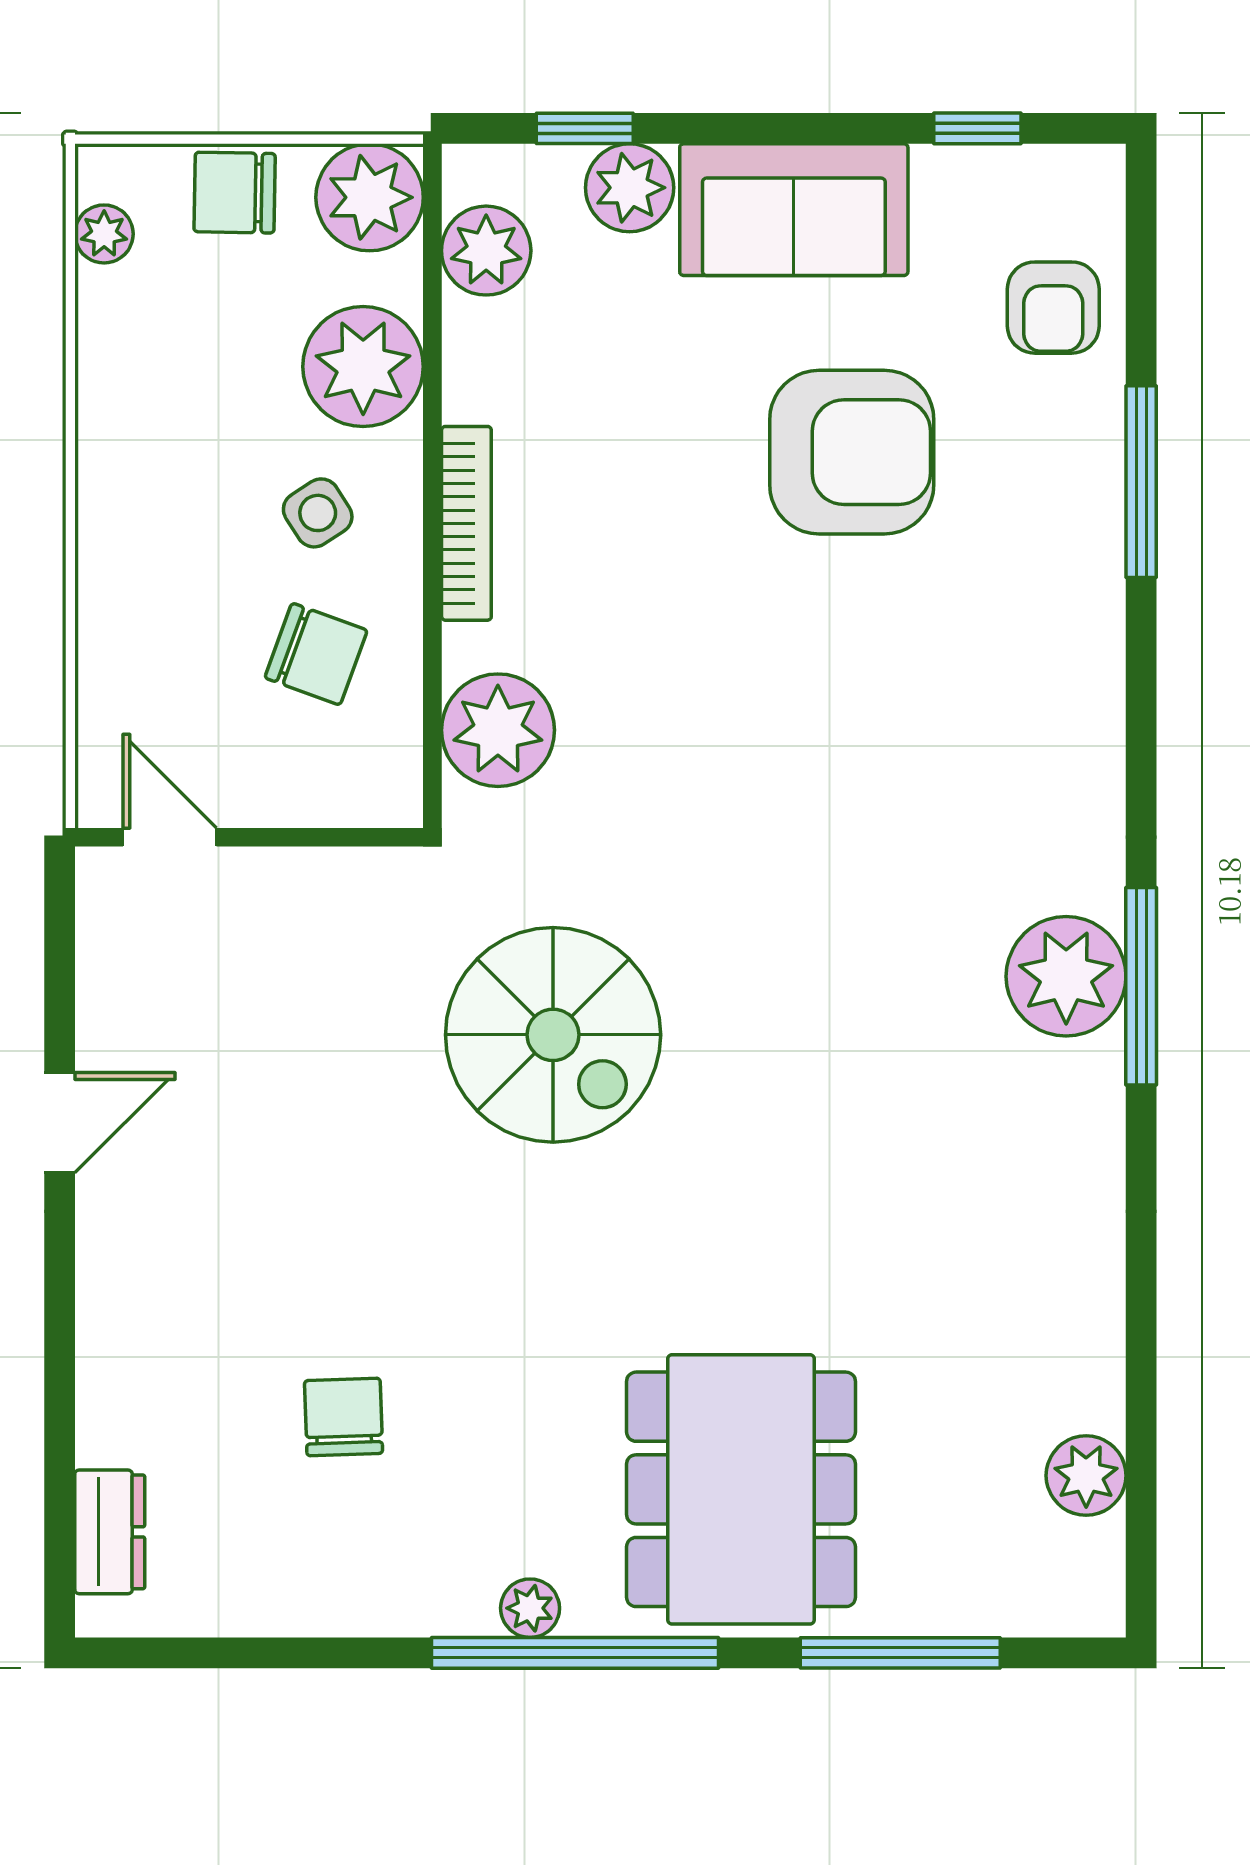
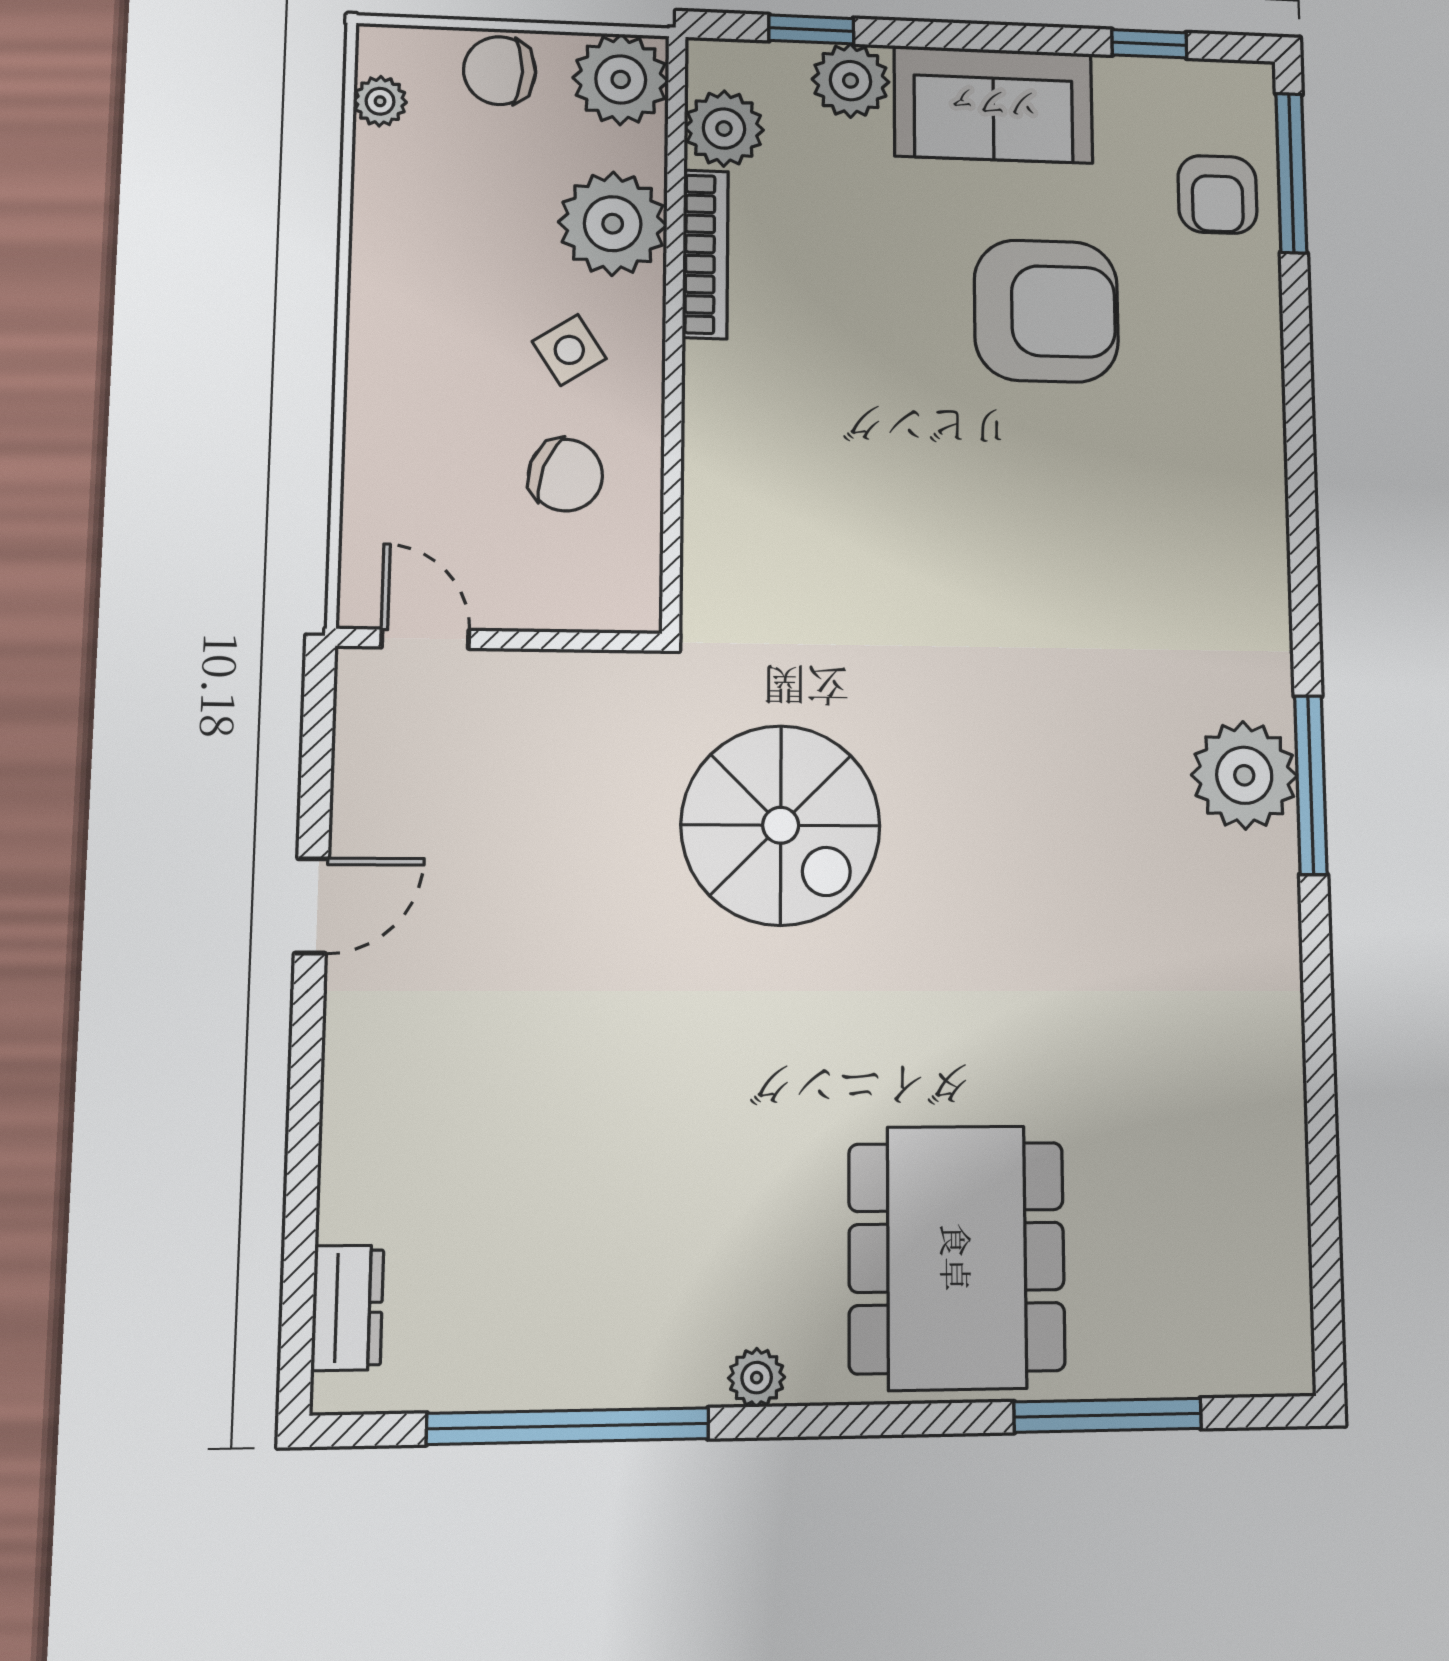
window: (1141, 482) -> (1291, 173), moved
bookcase: (466, 523) -> (705, 254), moved
plant: (498, 730) -> (732, 547), removed
chair: (344, 1417) -> (579, 1191), removed
plant: (1086, 1476) -> (1275, 1240), removed
window: (575, 1653) -> (568, 1426), moved

